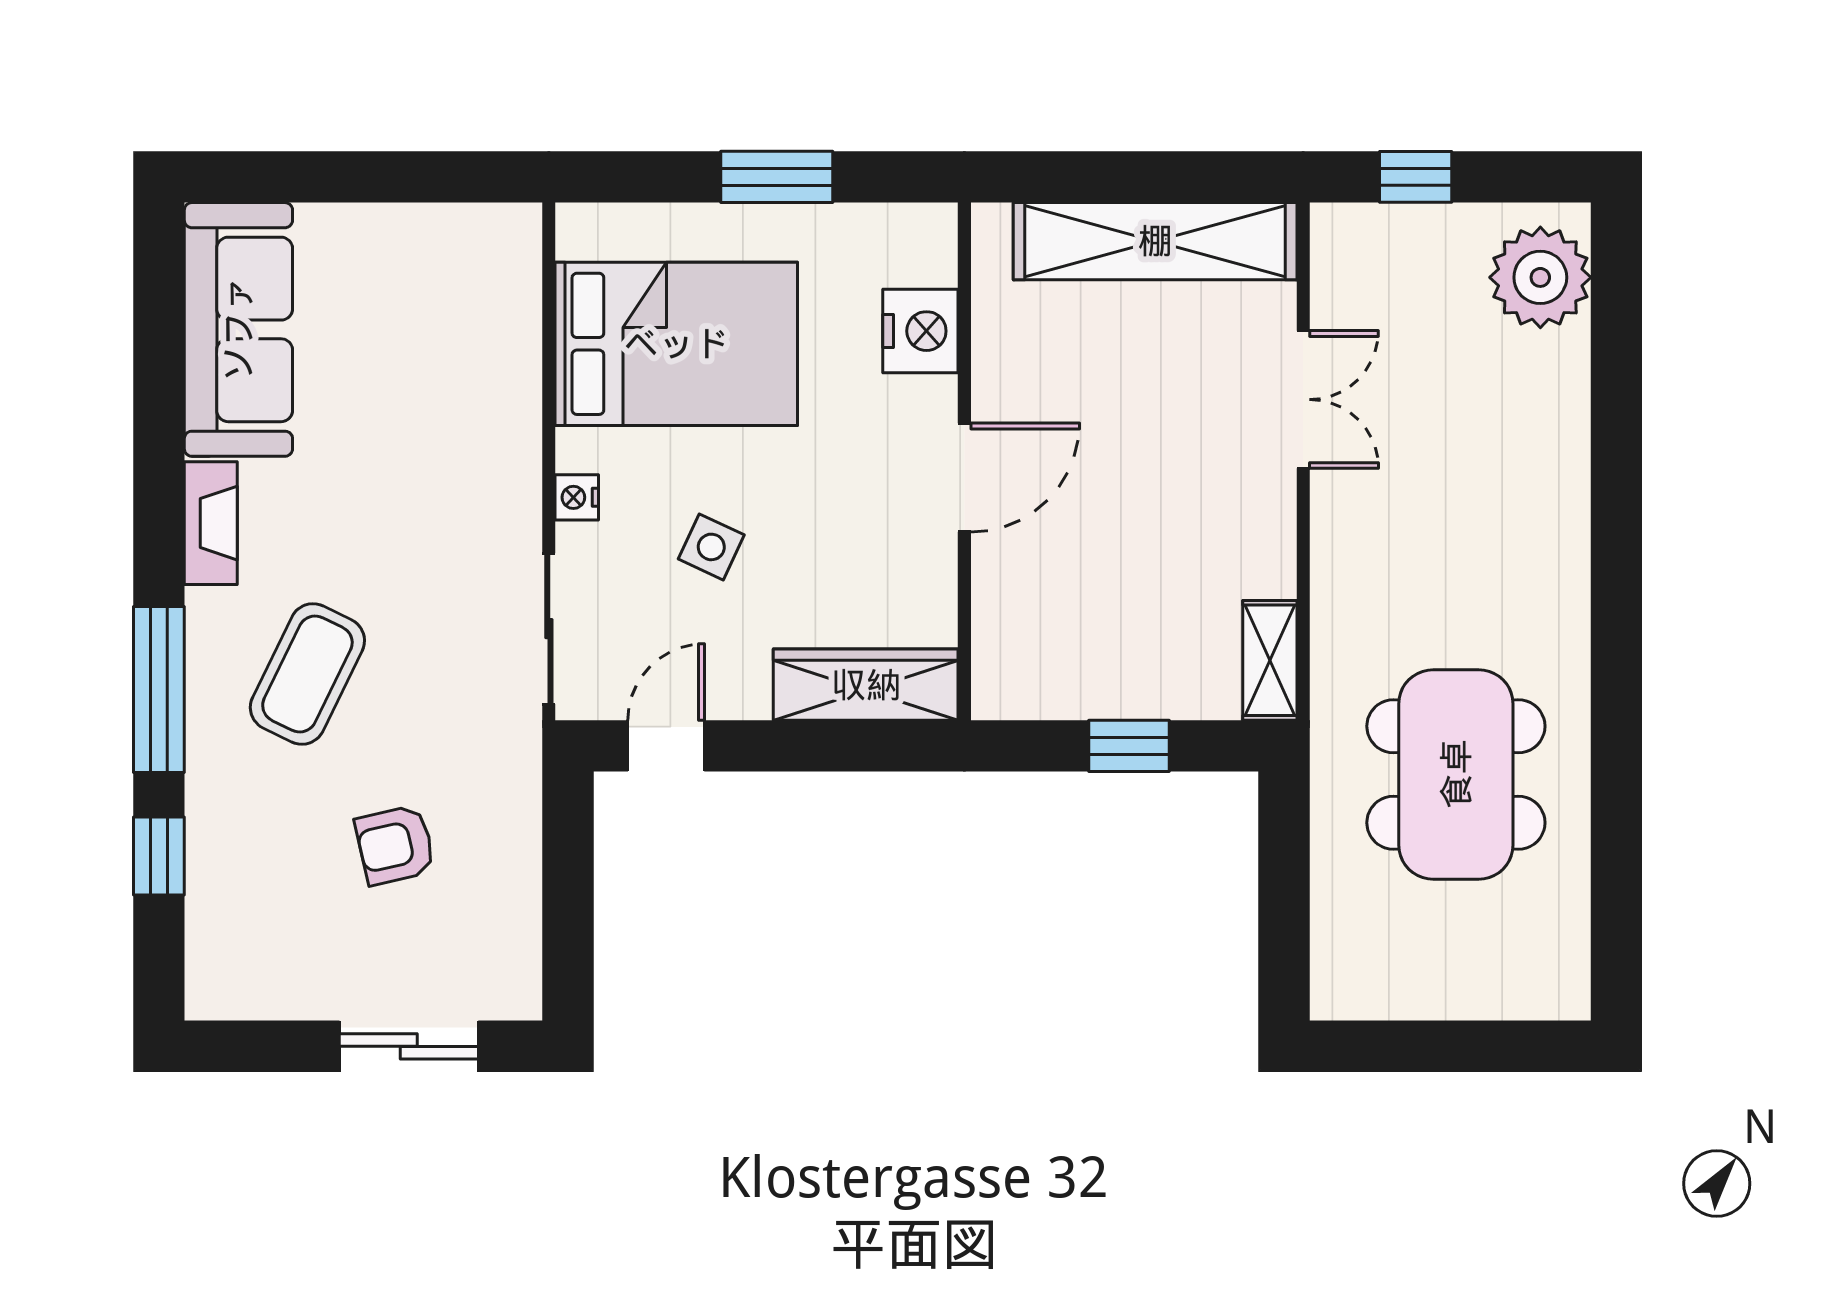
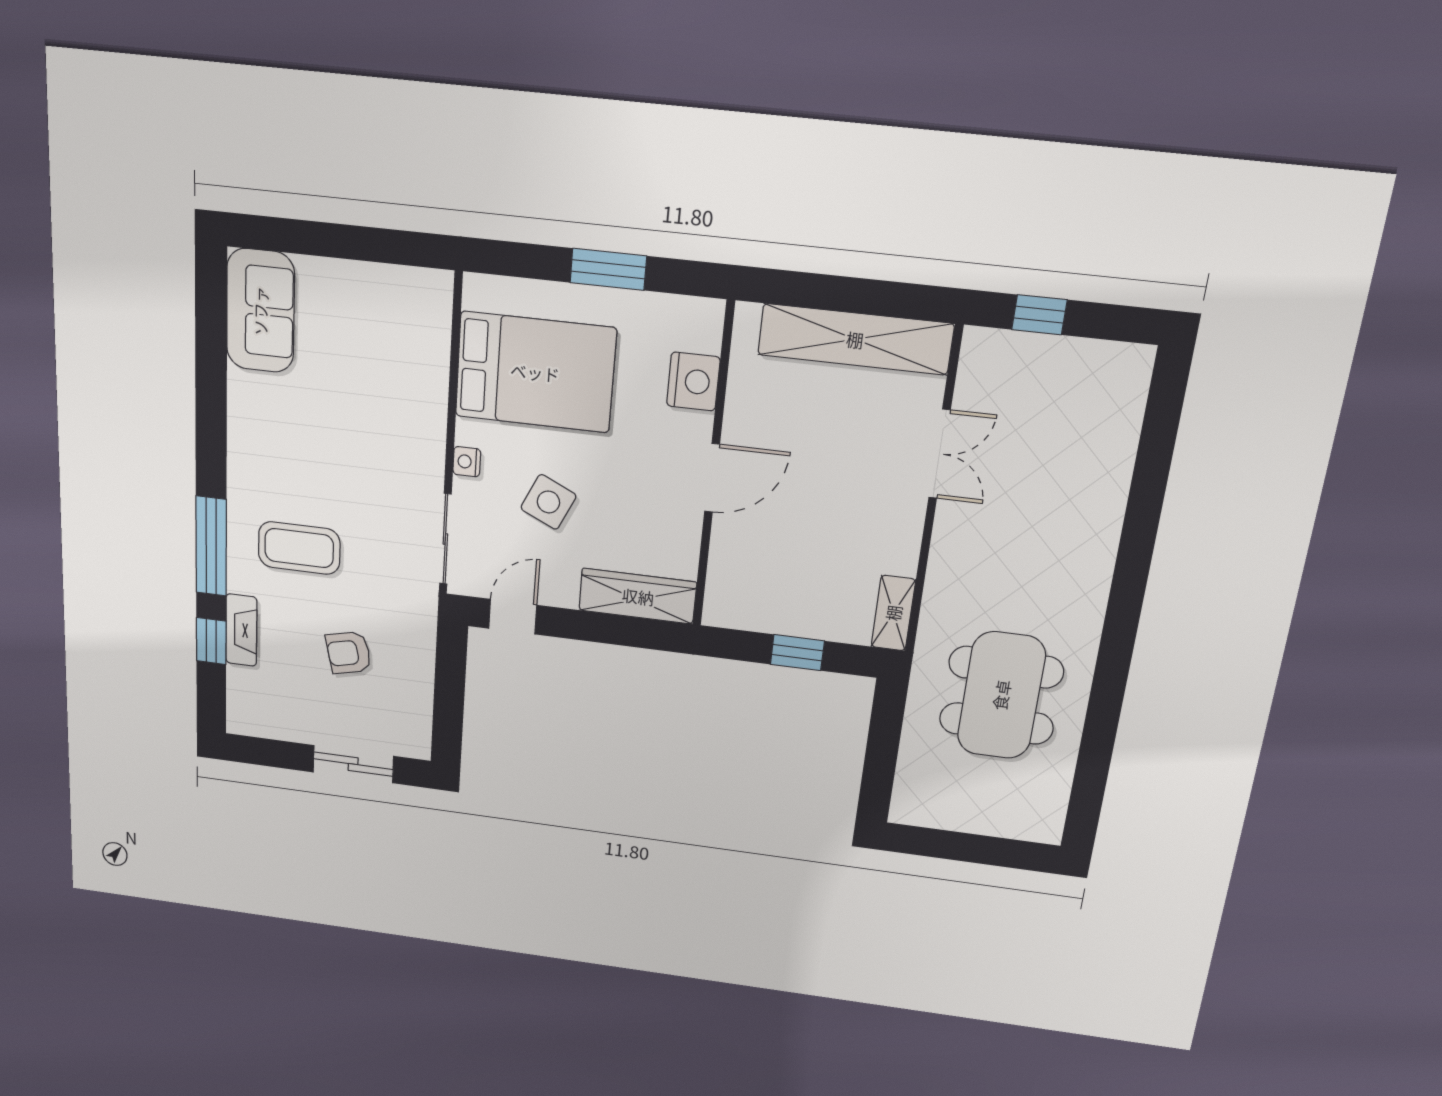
plant: (1540, 277) -> (1113, 392), removed
sofa: (238, 329) -> (260, 311), width x0.73
fireplace: (211, 523) -> (241, 630), moved
side table: (711, 547) -> (548, 502), width x1.37, depth x1.37
coffee table: (307, 674) -> (299, 548), turned 64

